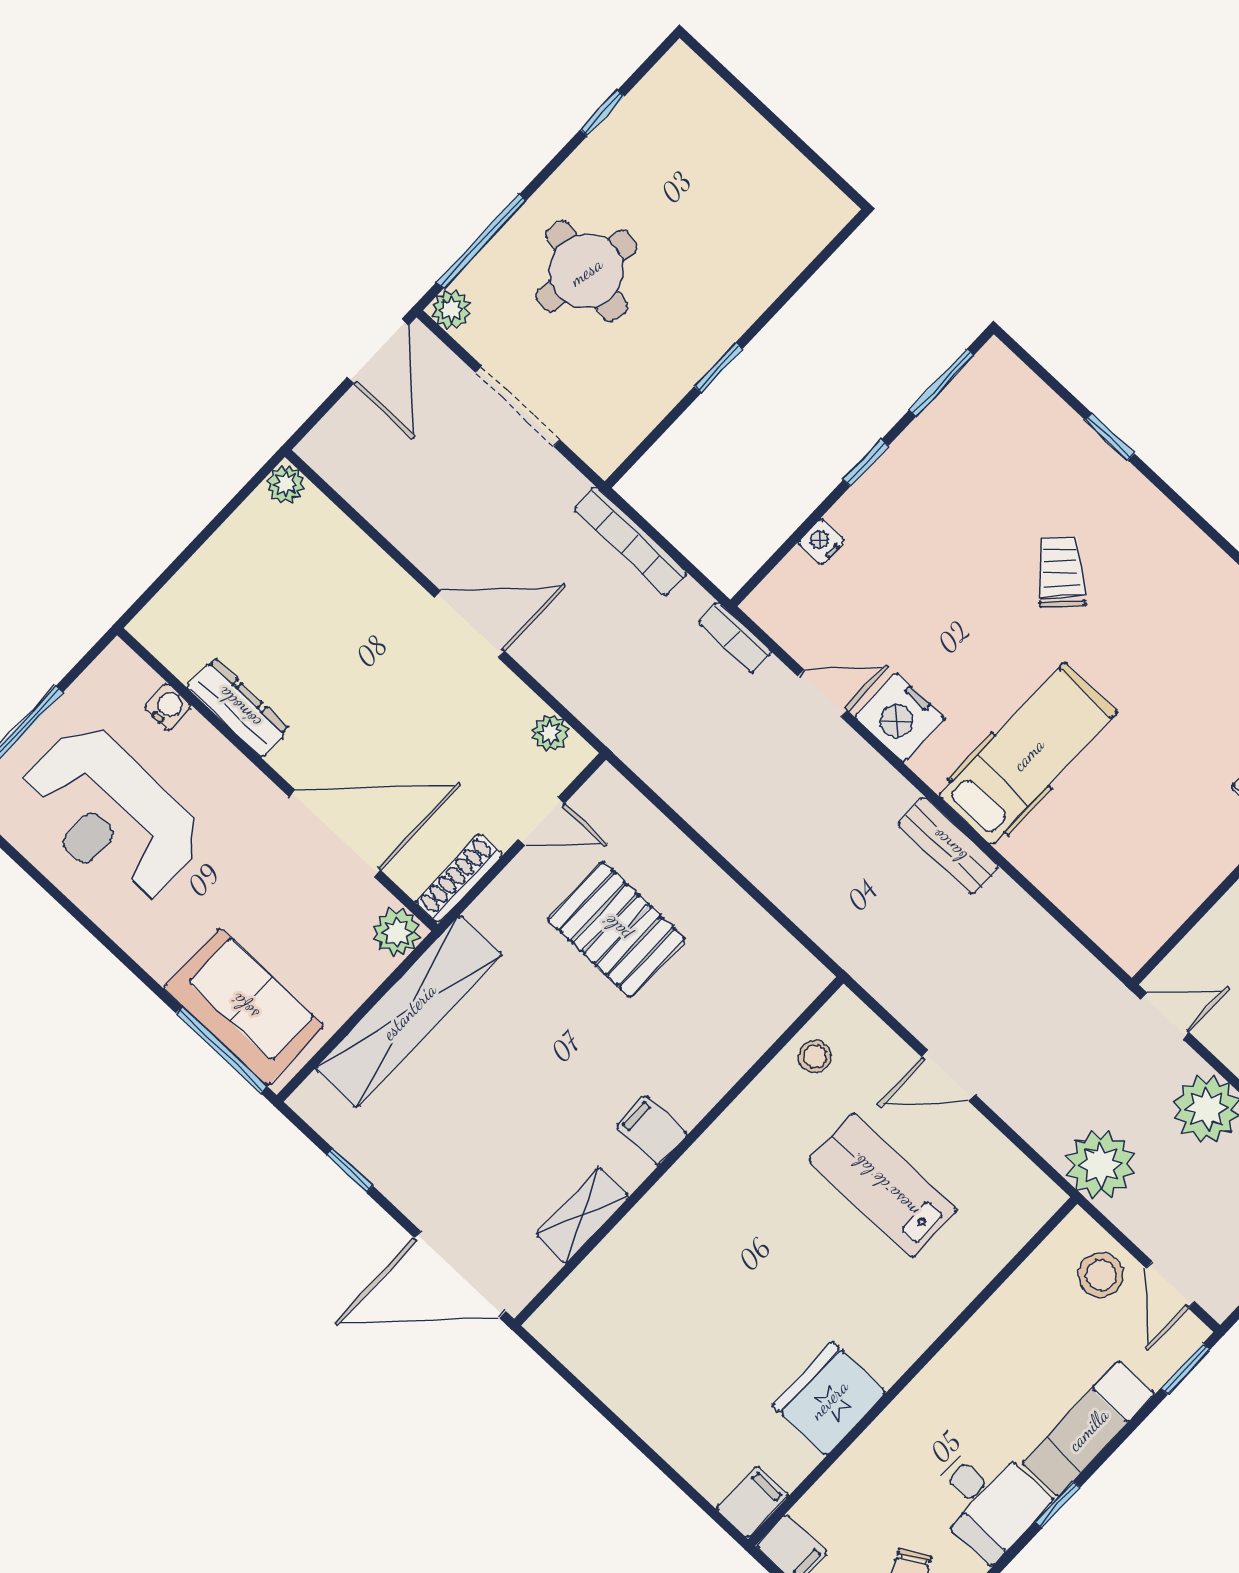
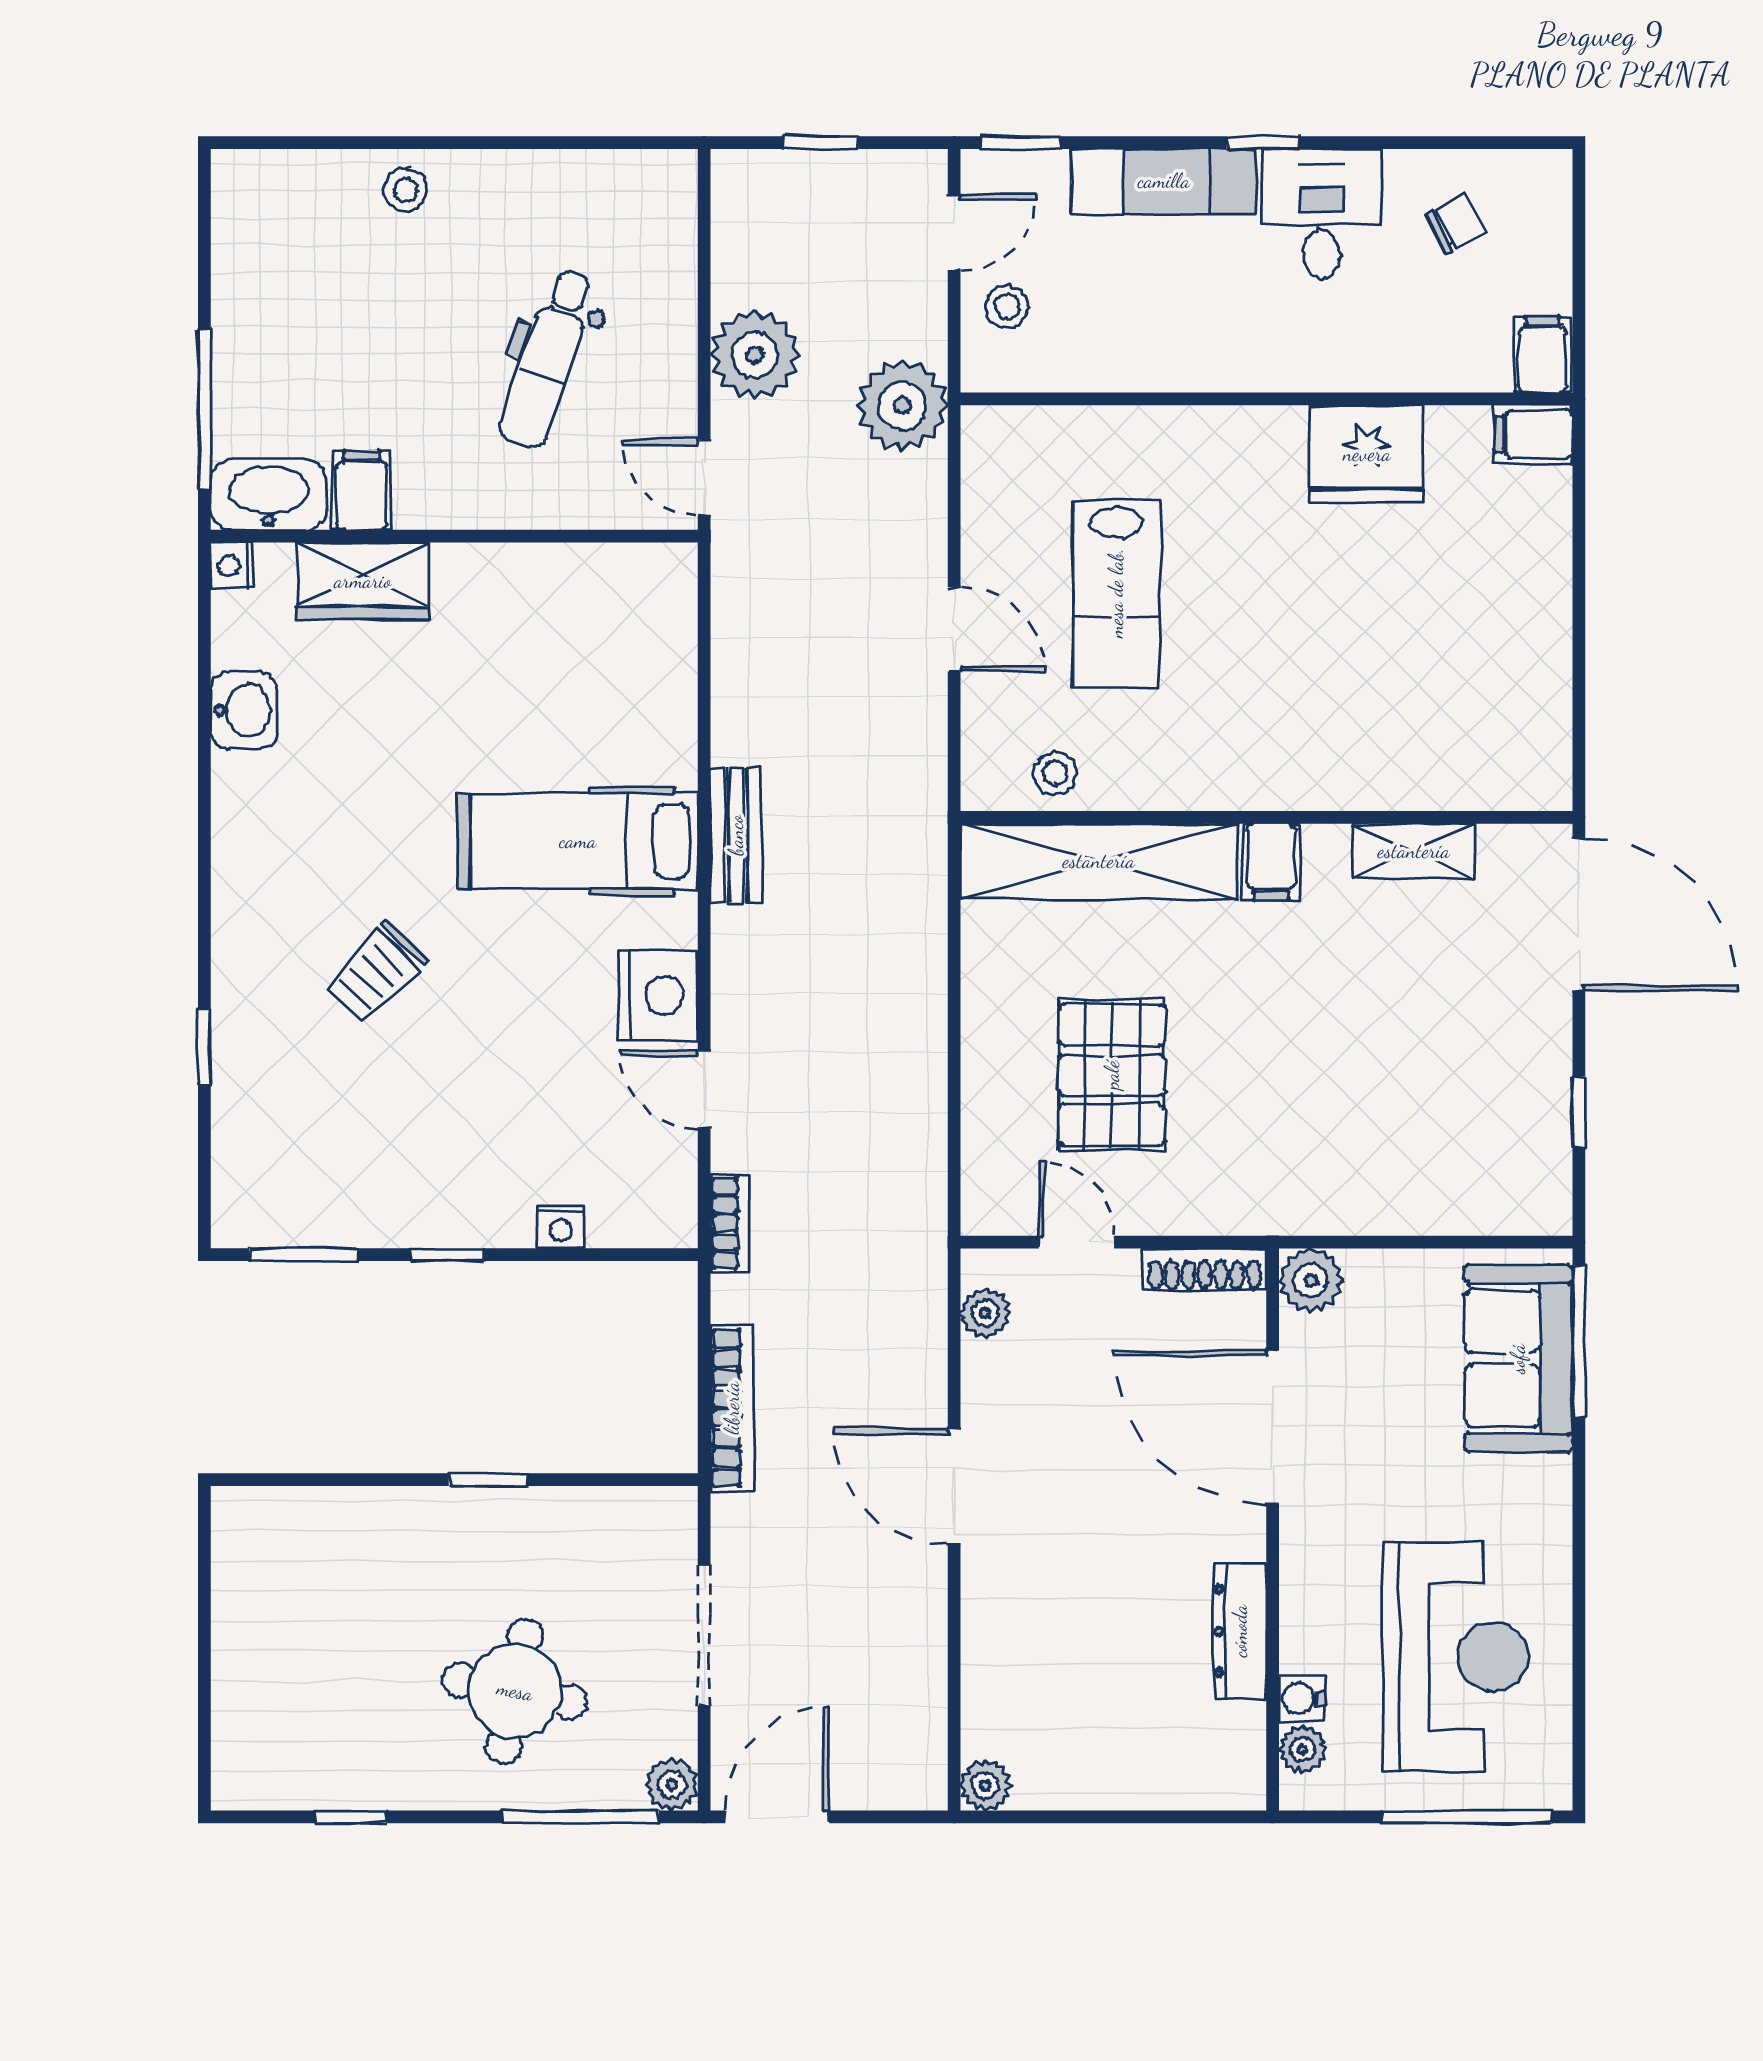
plant: (139, 680) -> (1302, 1750), added
shelving: (409, 1011) -> (1099, 861), moved
stool: (1101, 1275) -> (1007, 307), width x0.73, depth x0.73

